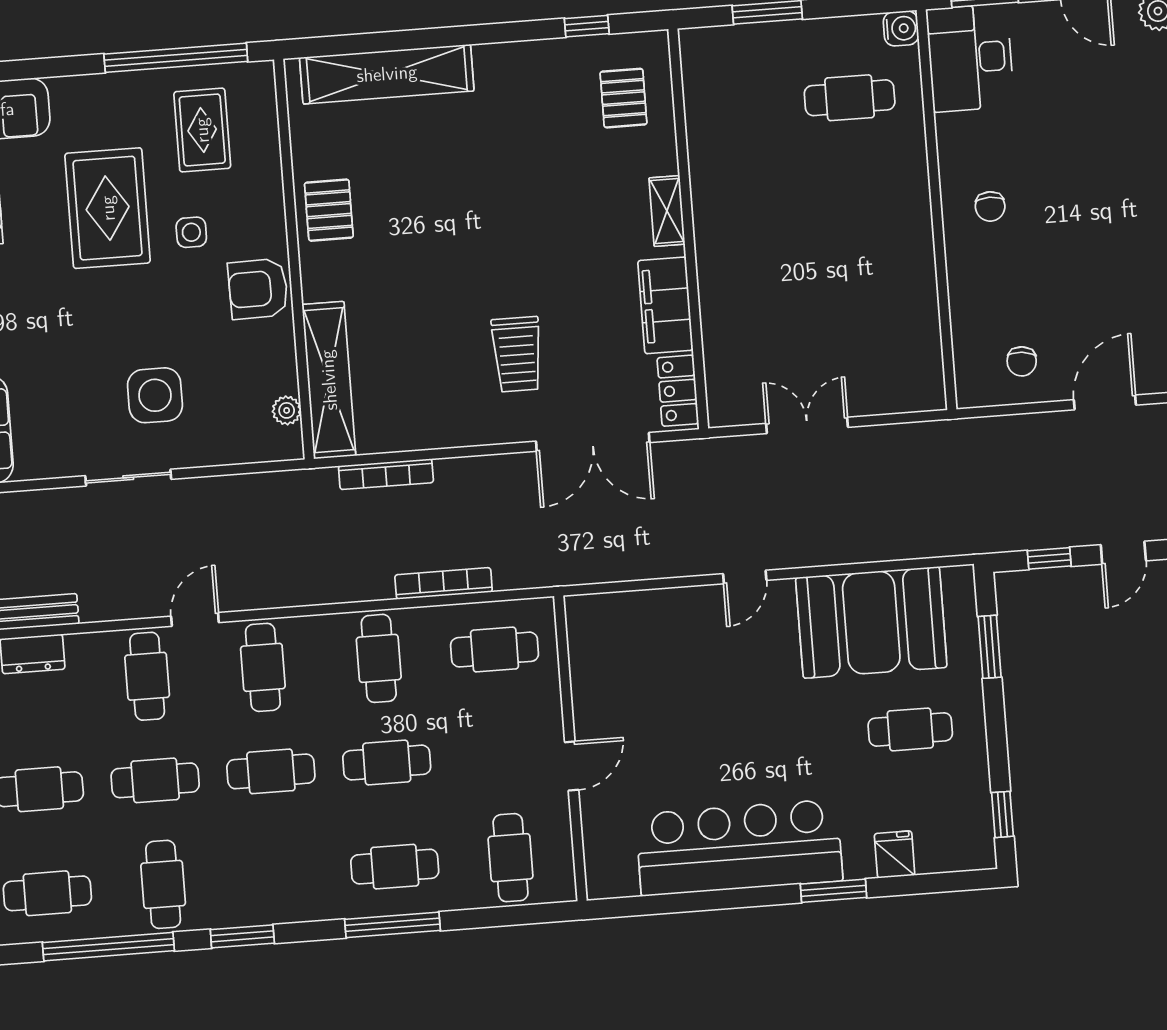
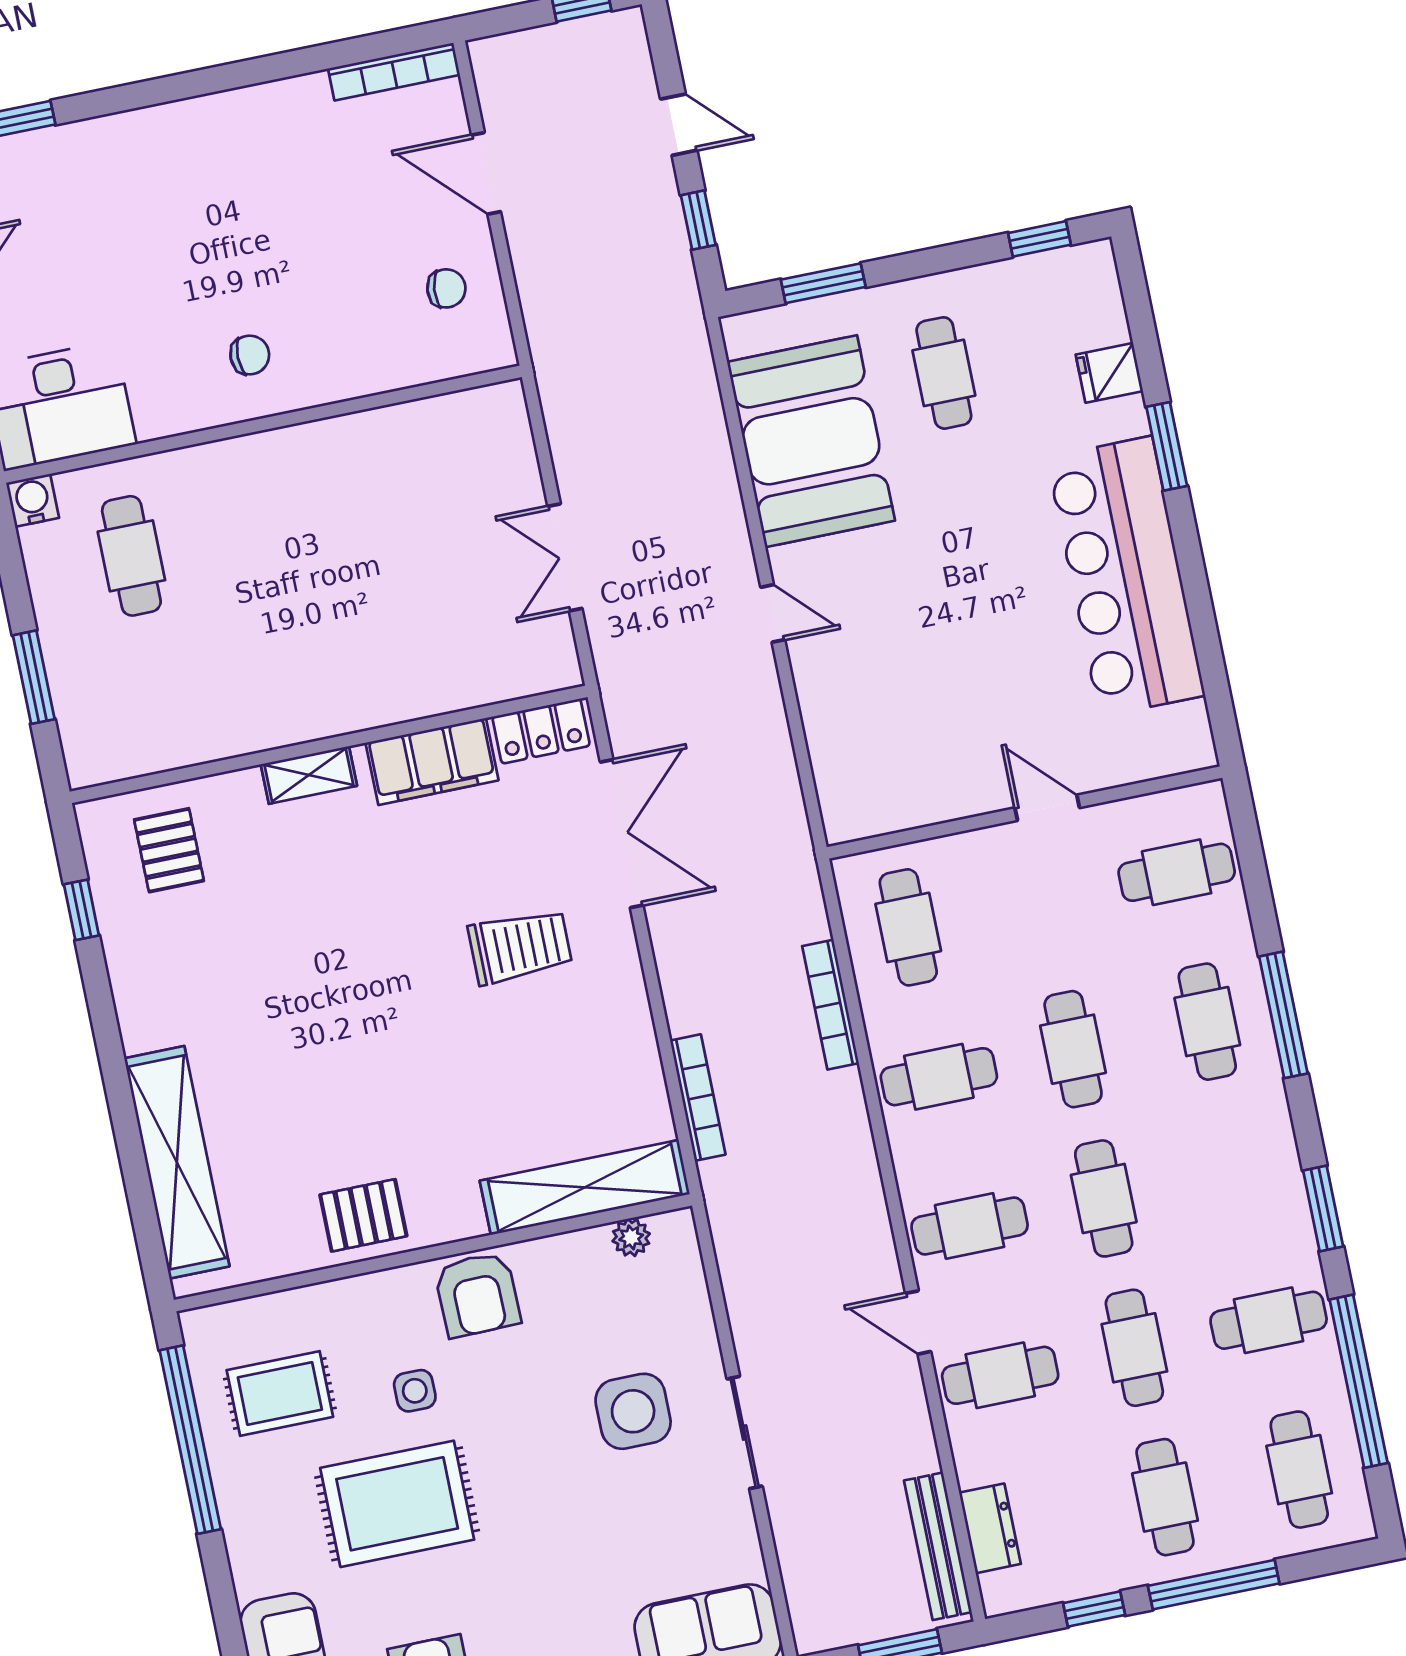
pallet: (623, 98) -> (169, 850), turned 90

